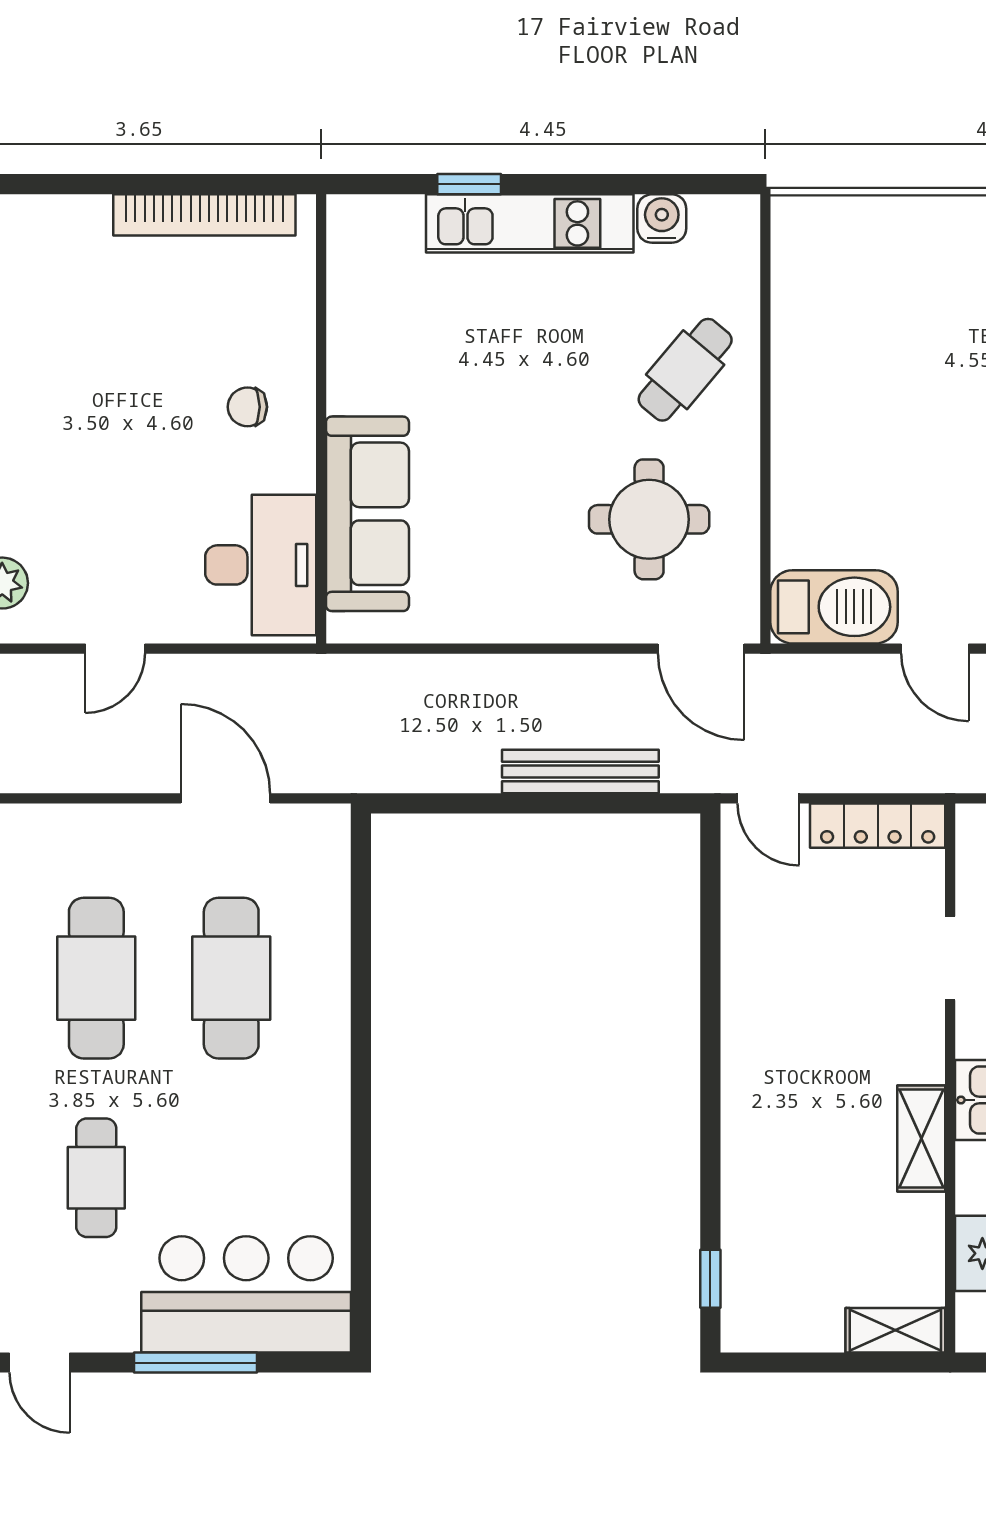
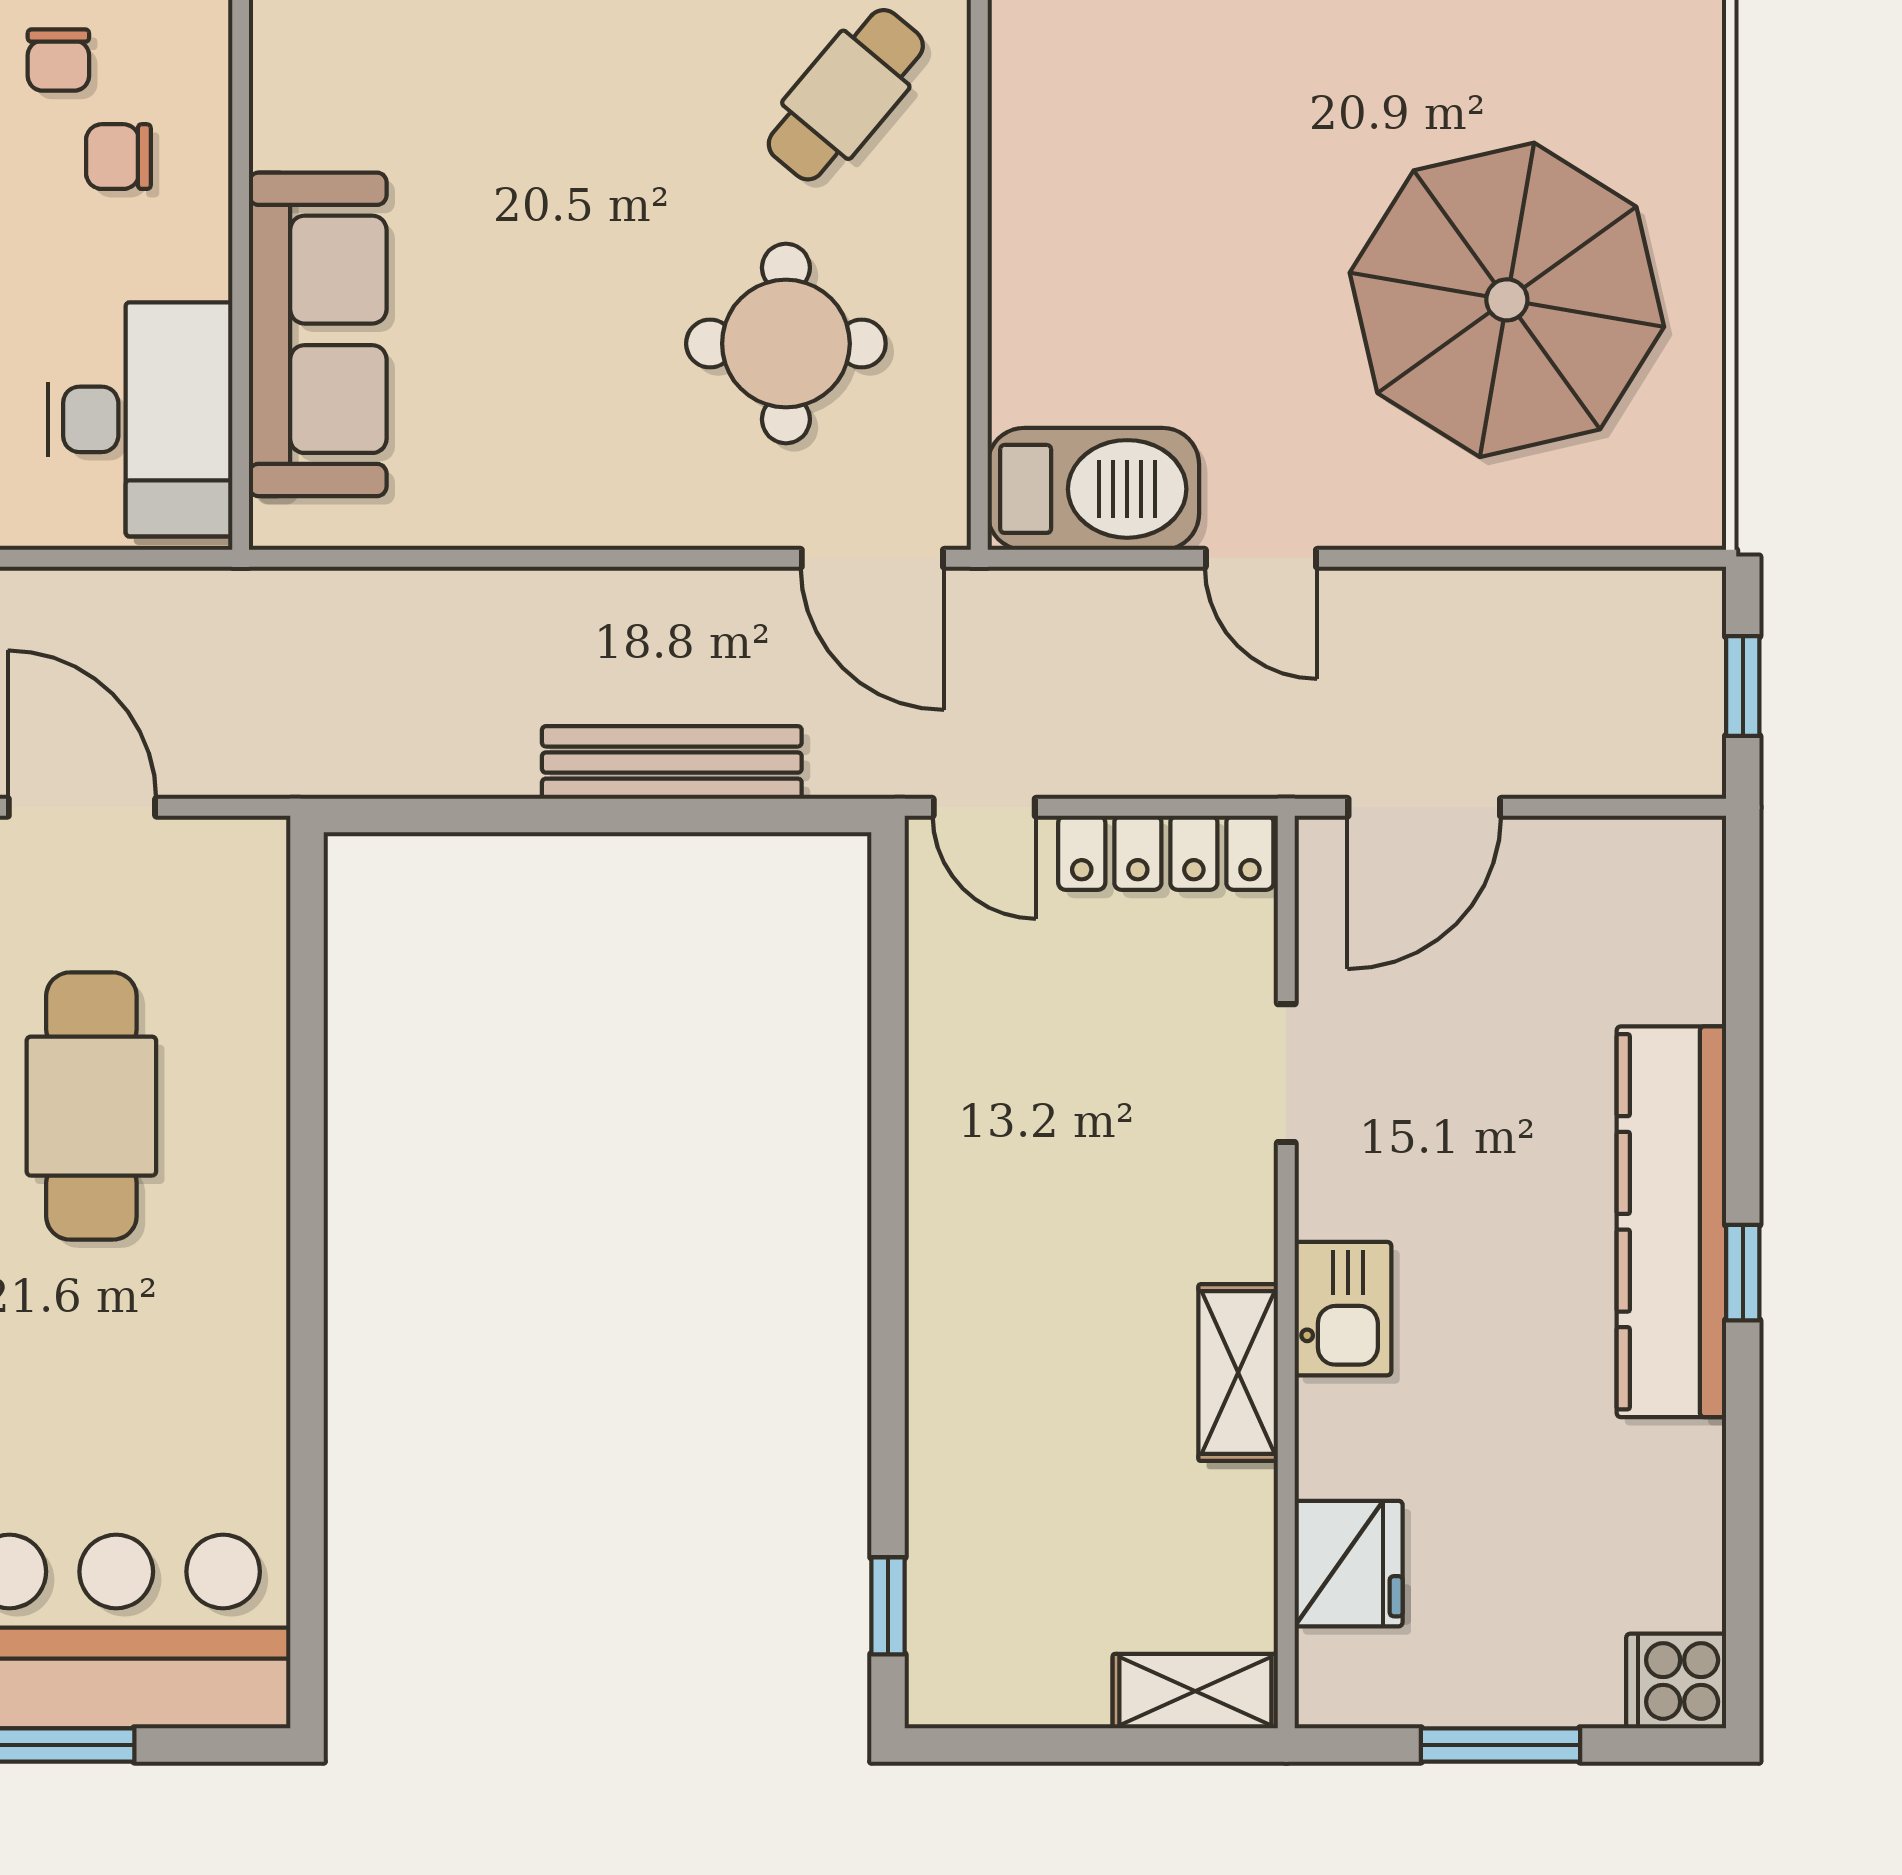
chair: (211, 349) -> (58, 60), added

